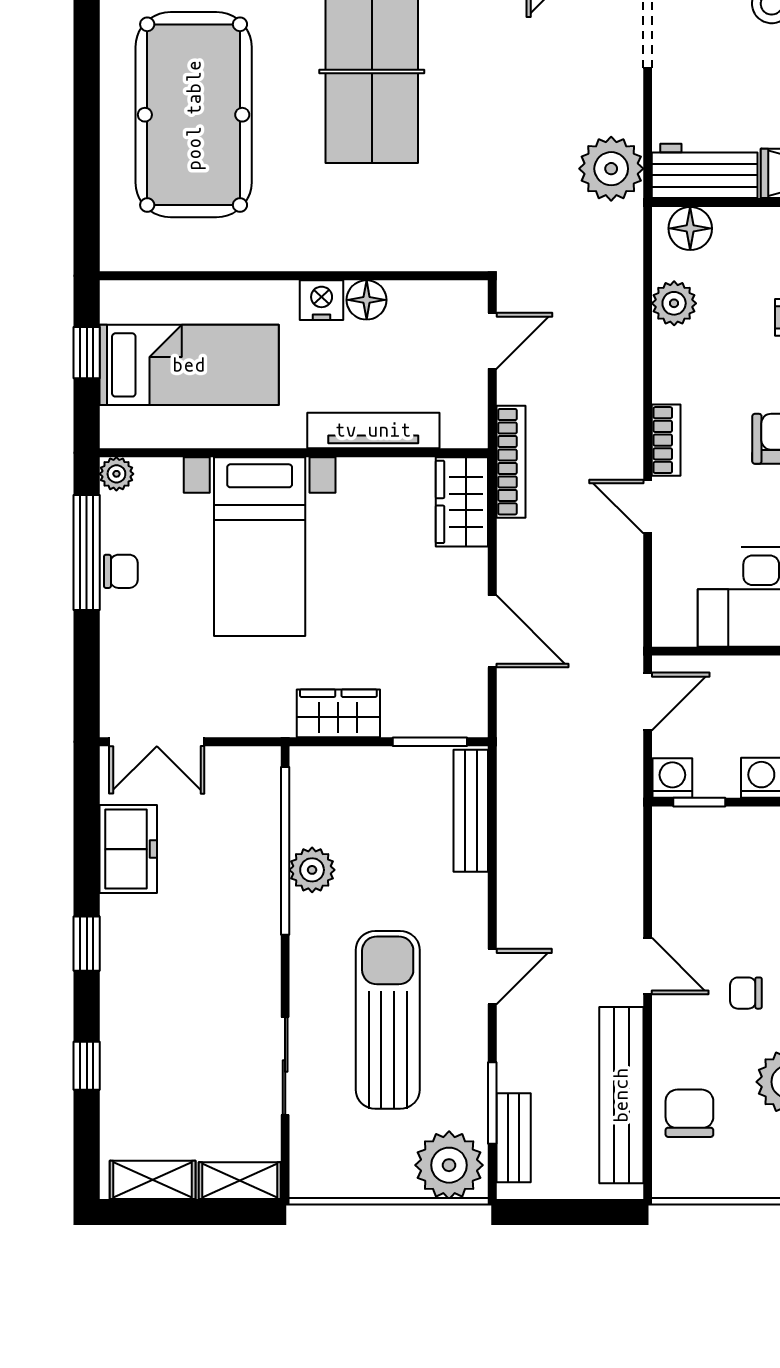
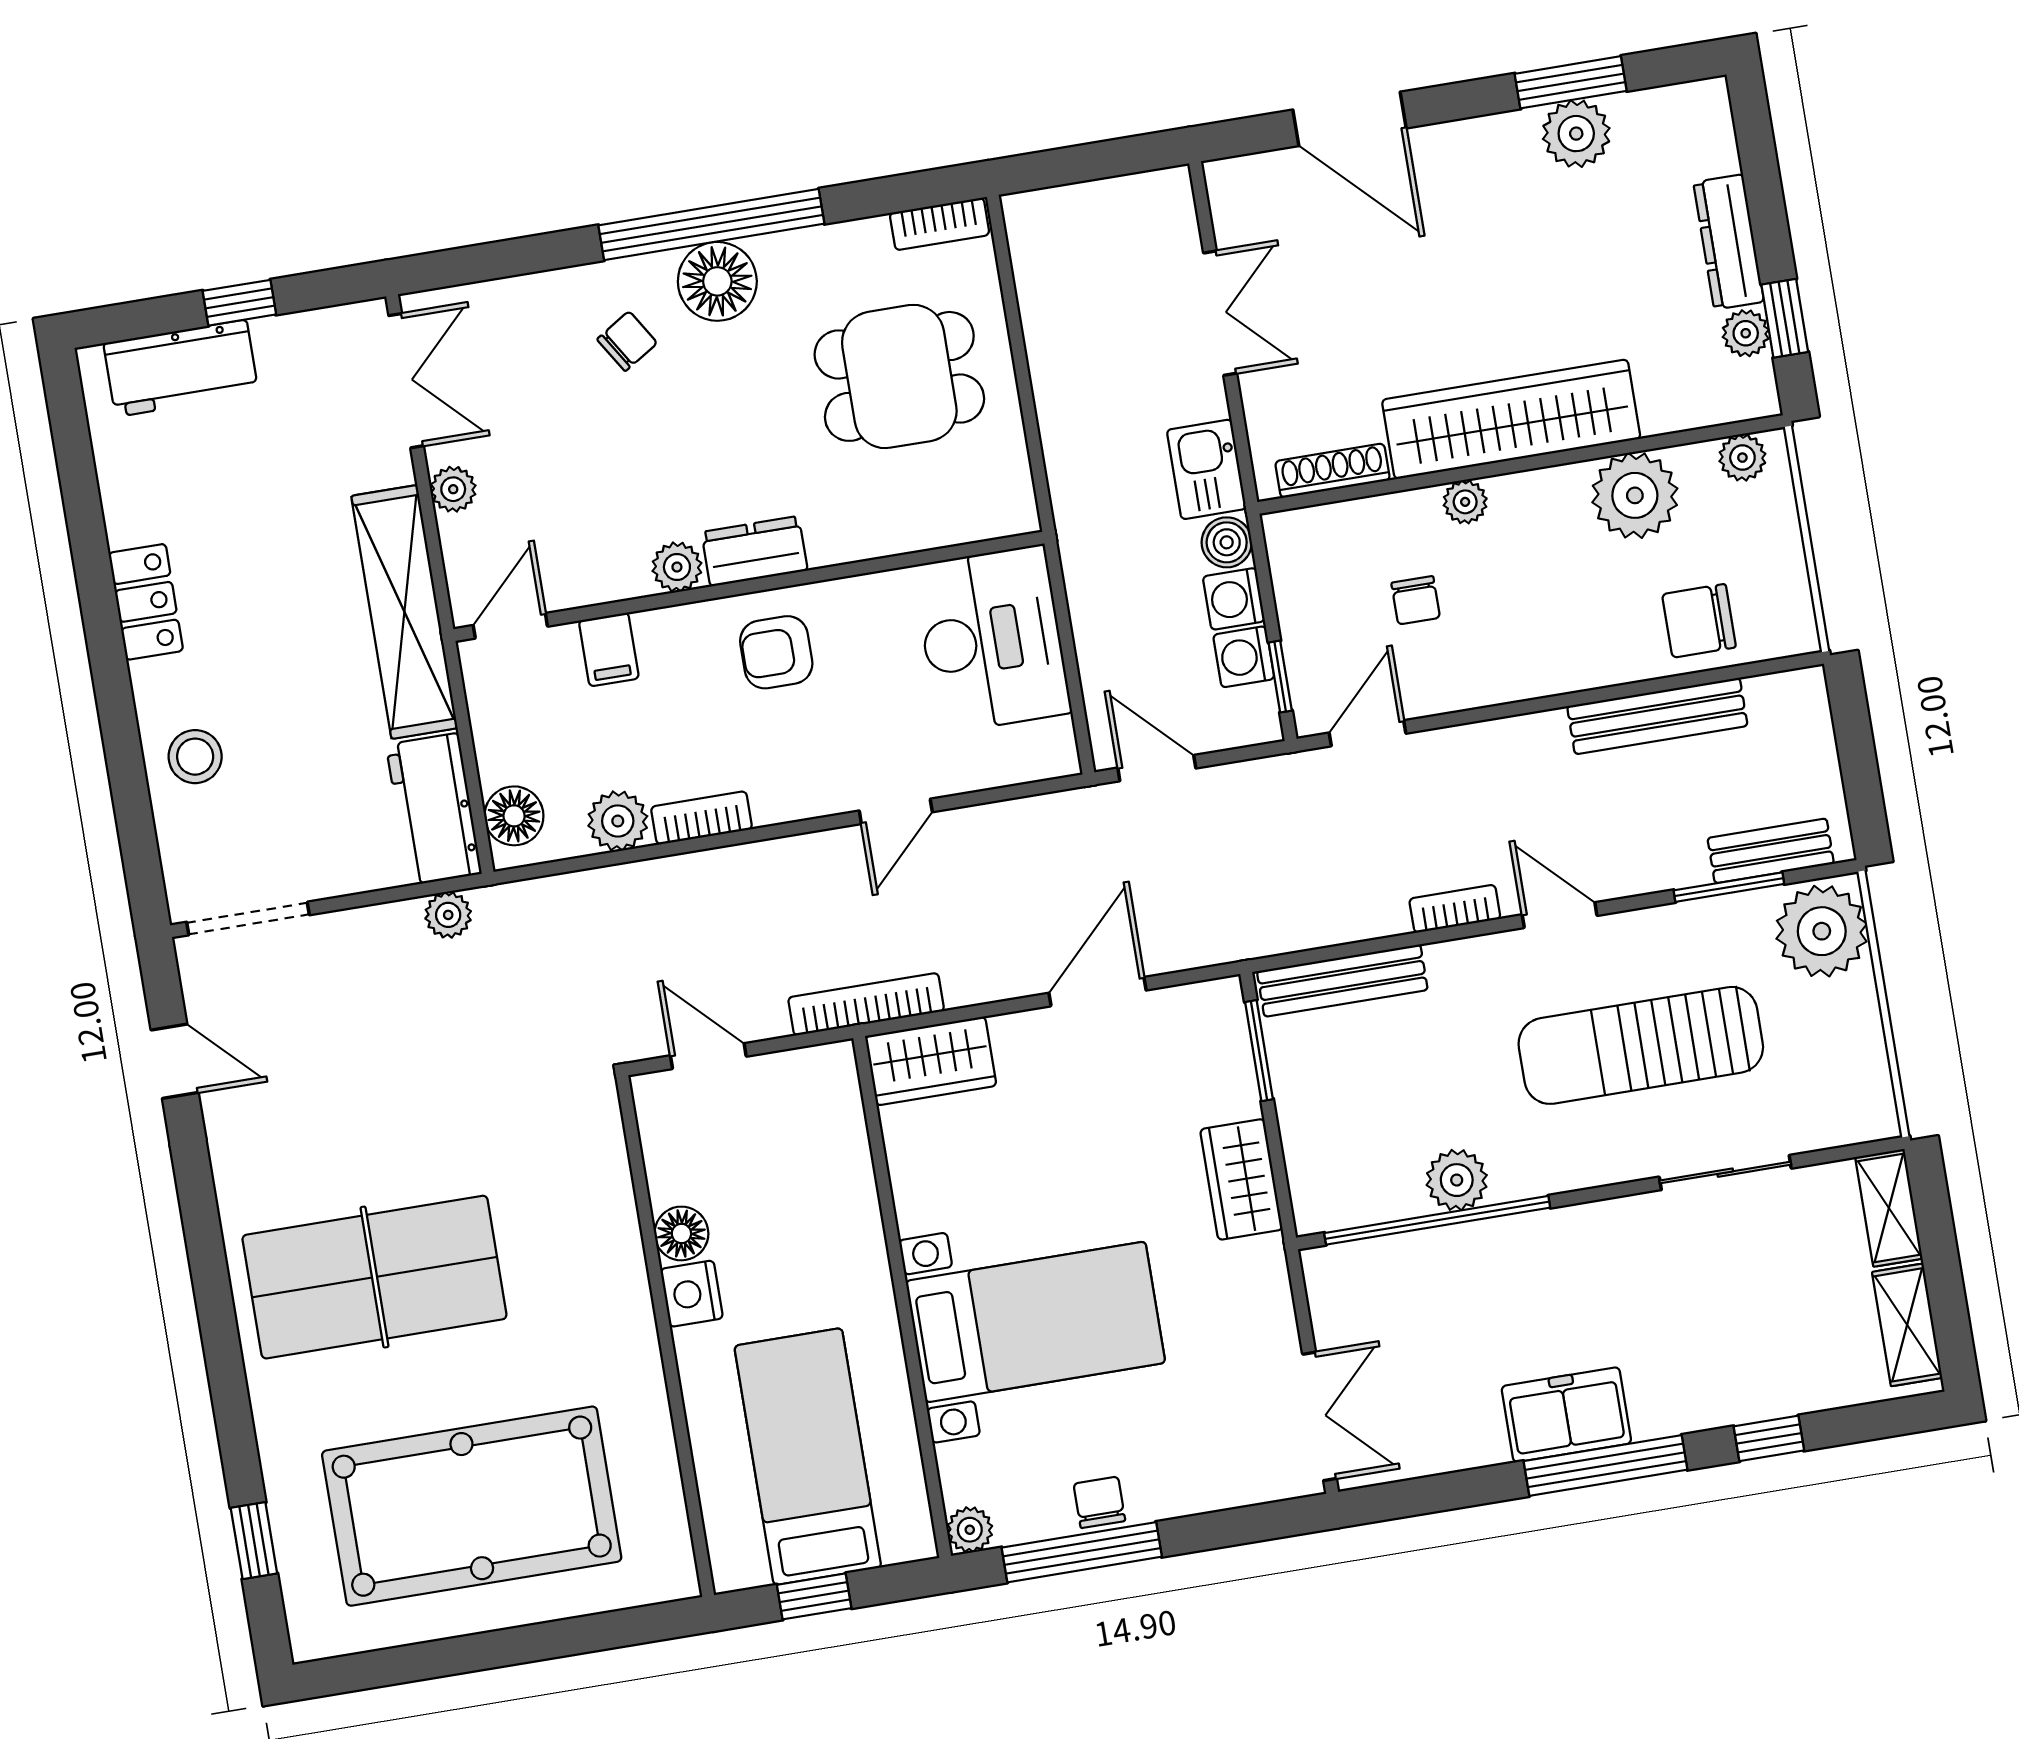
plant: (611, 169) -> (448, 915), width x0.53, depth x0.53
tv unit: (373, 430) -> (855, 1195), removed
bookcase: (666, 440) -> (702, 818), moved
washing machine: (672, 778) -> (1244, 657), moved
freezer: (128, 849) -> (1566, 1415), moved
bookcase: (509, 901) -> (1455, 909), added
window: (87, 944) -> (1606, 1465), width x2.17
door: (648, 966) -> (1368, 733), moved
chair: (746, 993) -> (1416, 600), moved
bench: (621, 1095) -> (1657, 716), width x0.73, depth x0.82

